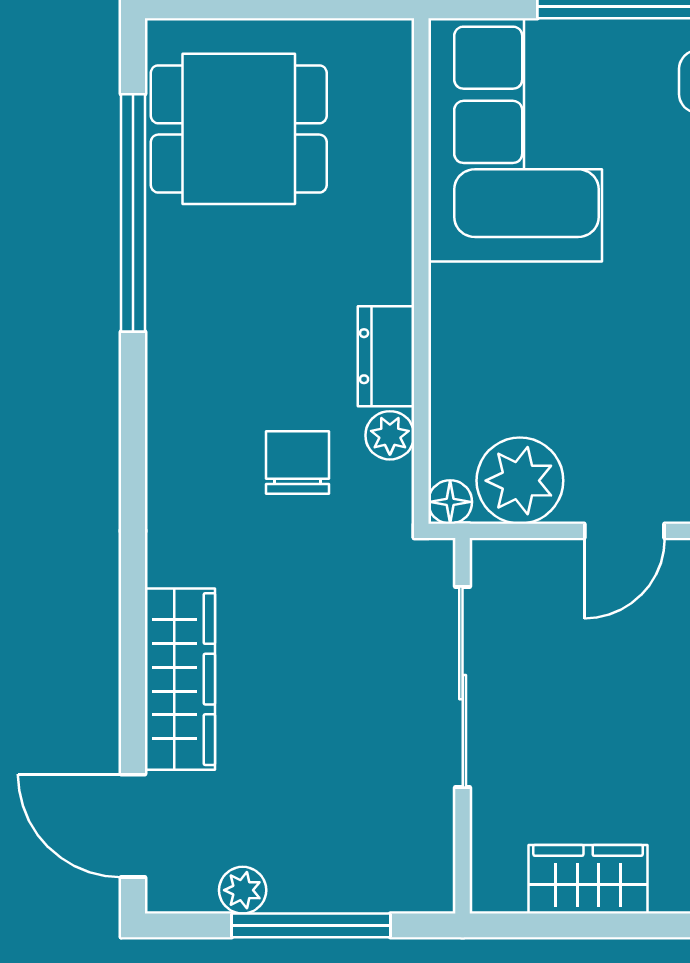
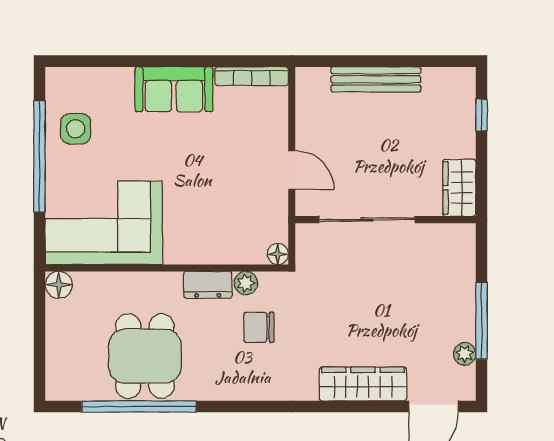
floor lamp: (386, 46) -> (59, 285), added
dining table: (239, 129) -> (145, 356), moved
plant: (520, 481) -> (268, 220), removed
sliding door: (463, 687) -> (367, 220), moved
wall: (463, 726) -> (386, 220), moved

